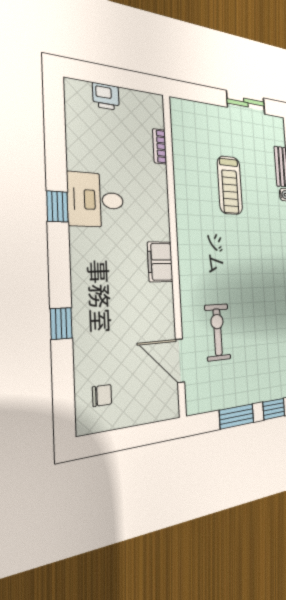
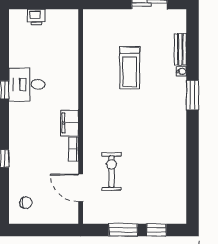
bookcase: (160, 146) -> (74, 149), moved

